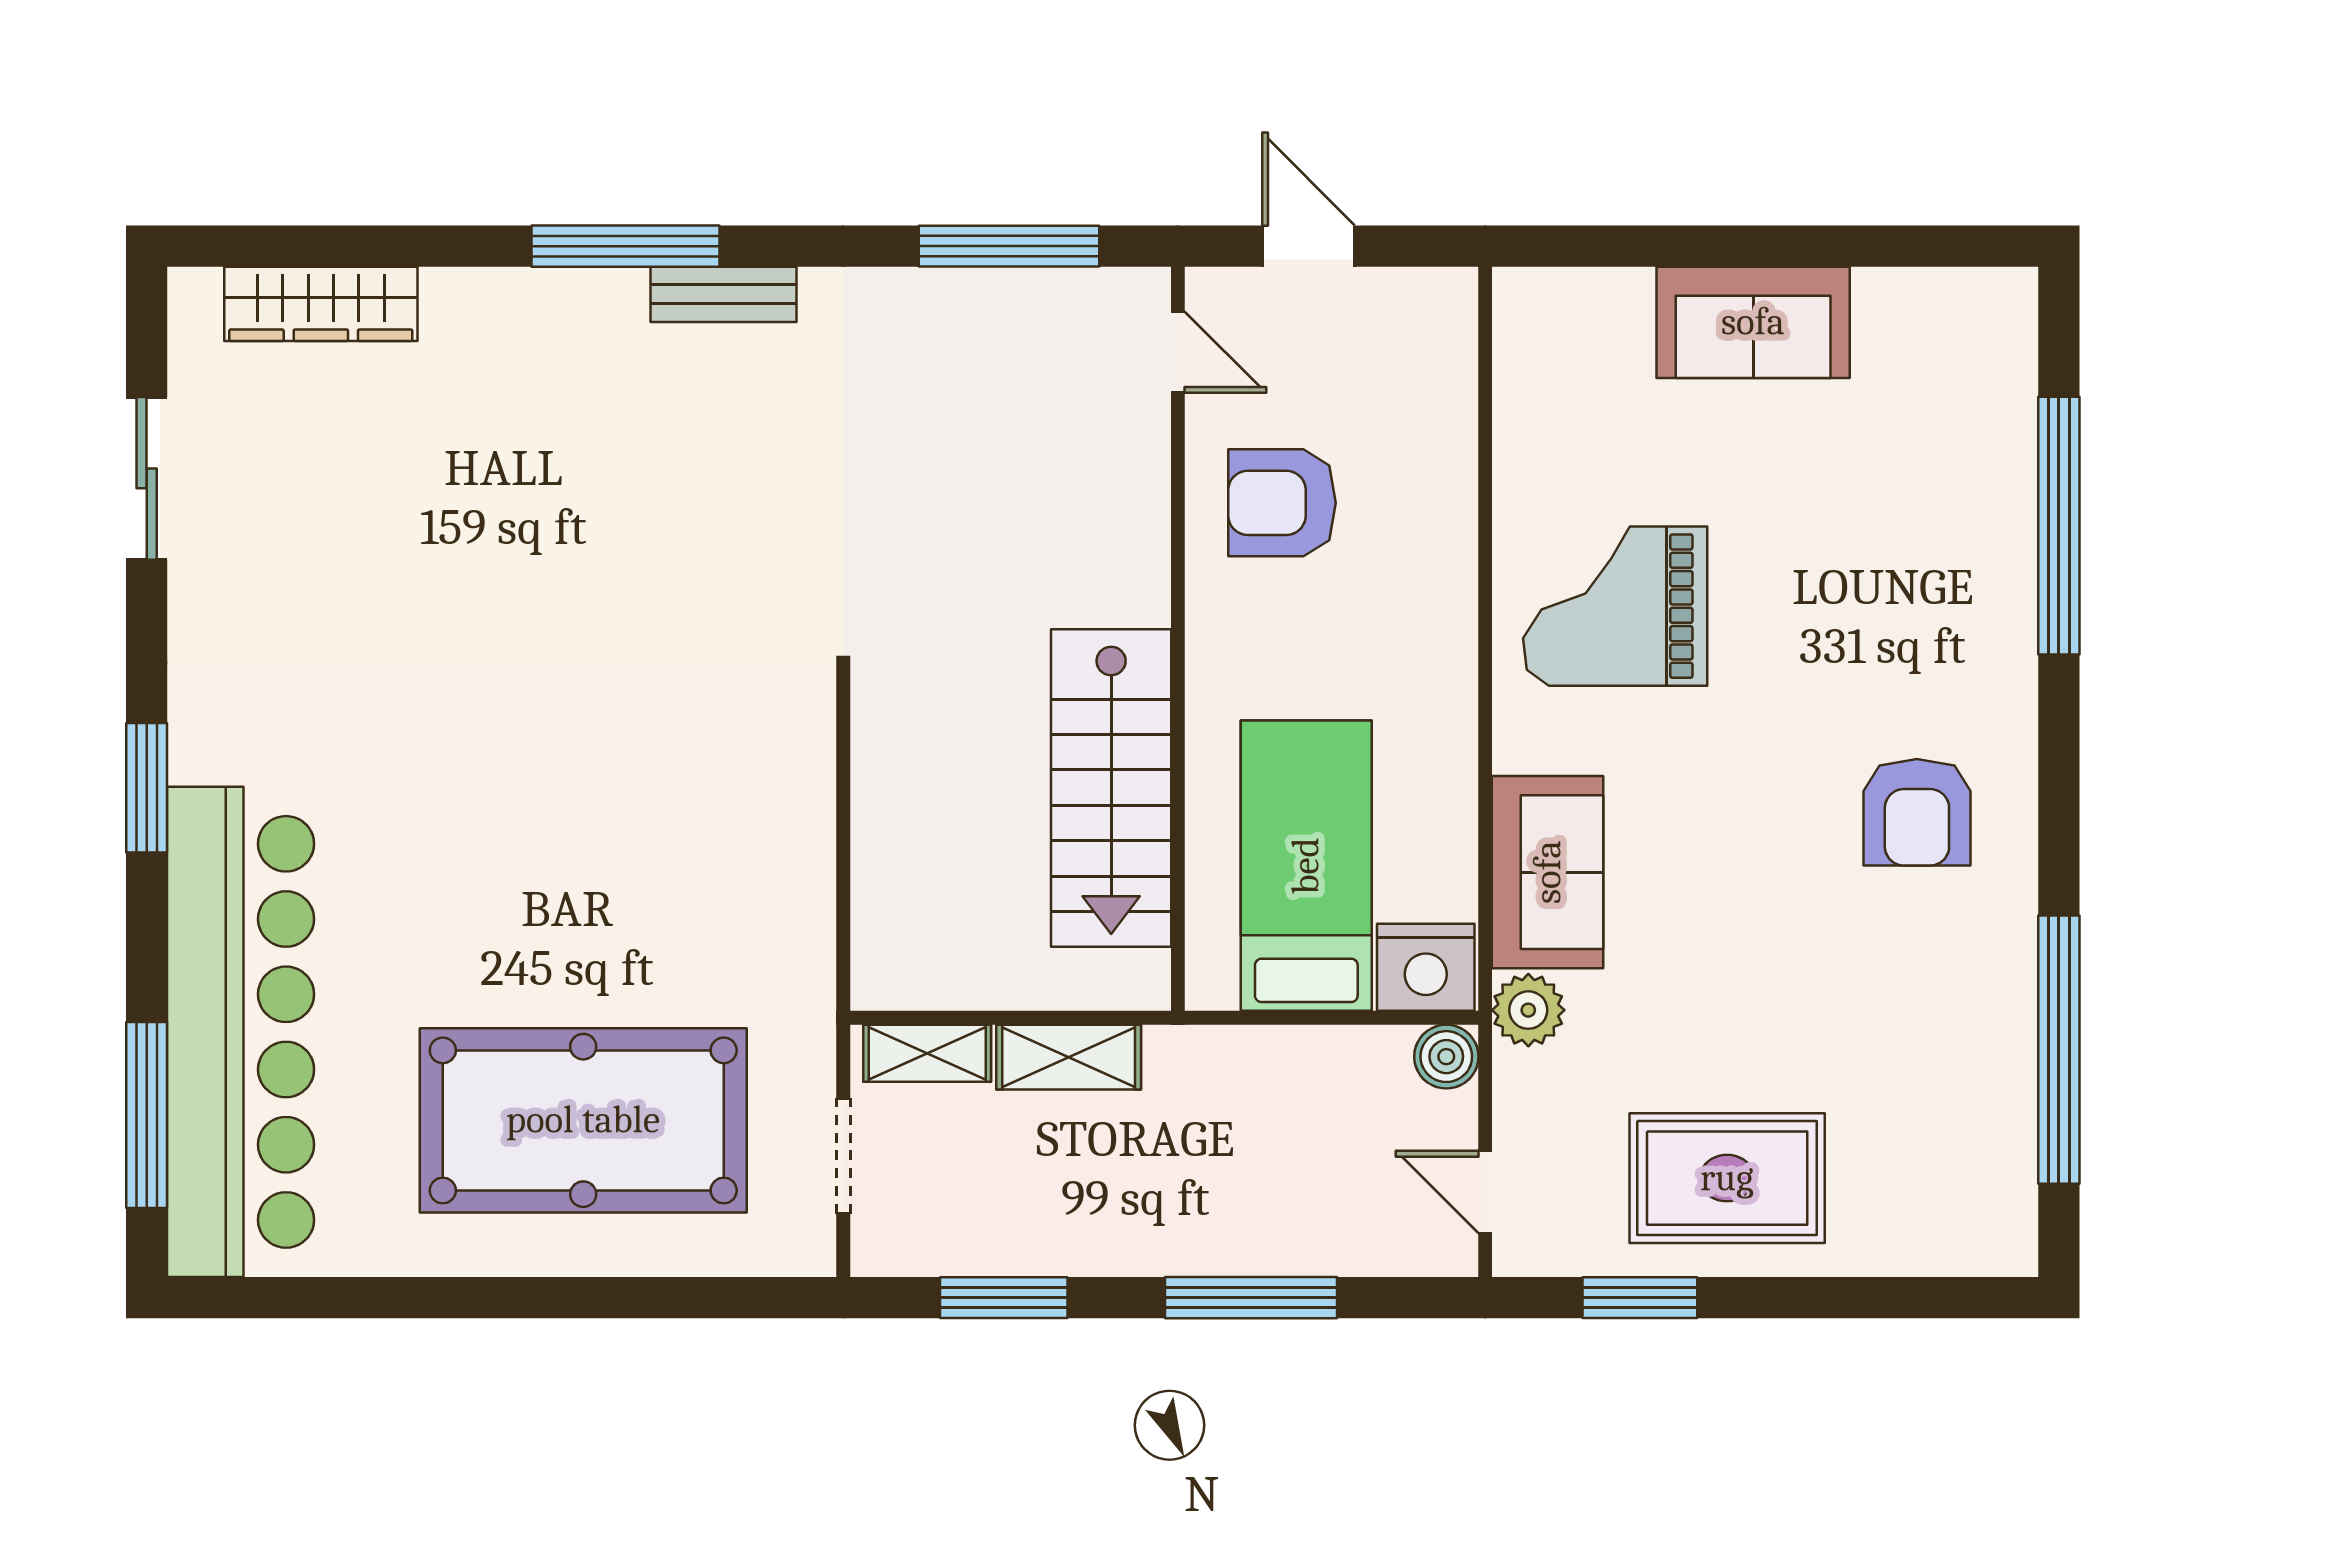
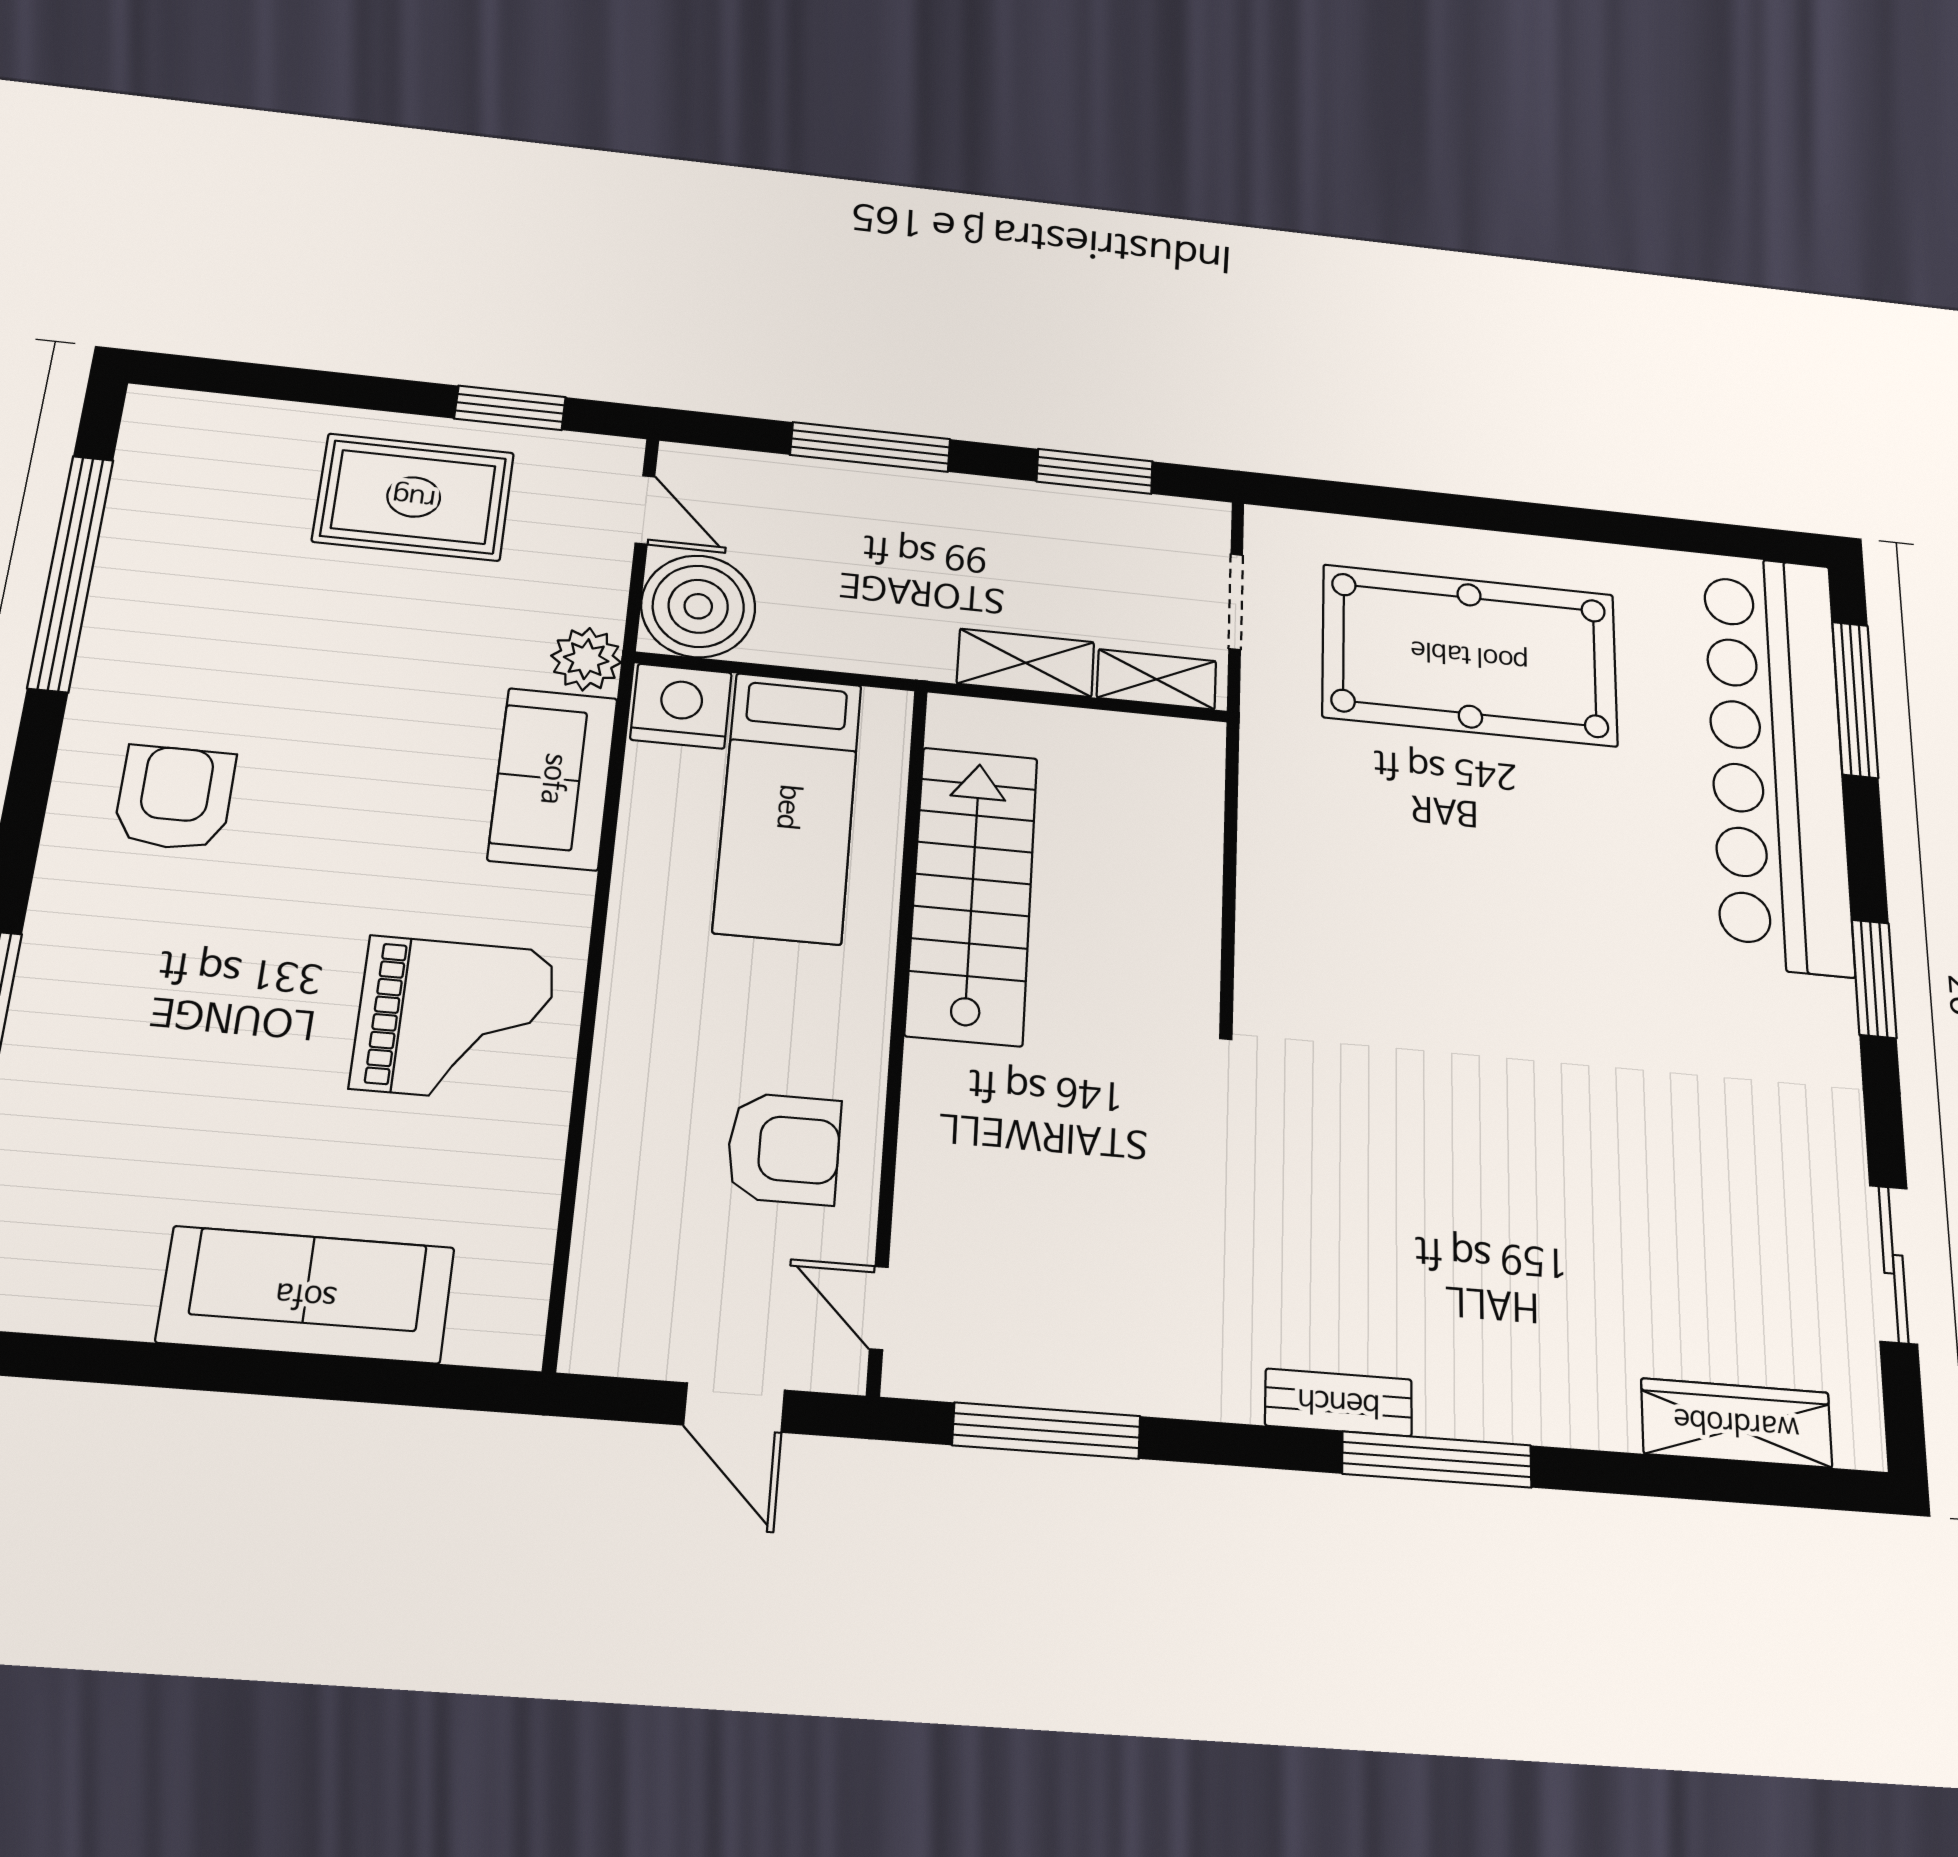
sofa: (1753, 322) -> (306, 1295), width x1.36
boiler: (1446, 1057) -> (698, 606), width x1.86, depth x1.86

